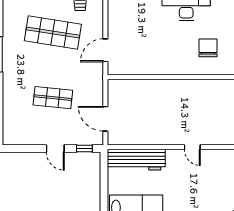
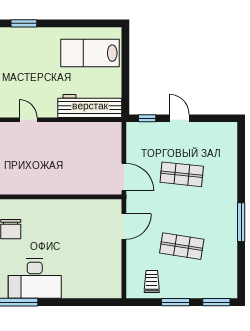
shop shelf: (53, 32) -> (182, 246), width x0.70, depth x0.74
door: (105, 119) -> (124, 177), moved

